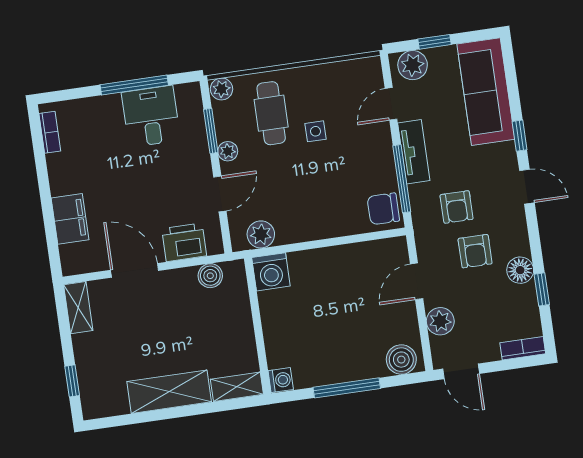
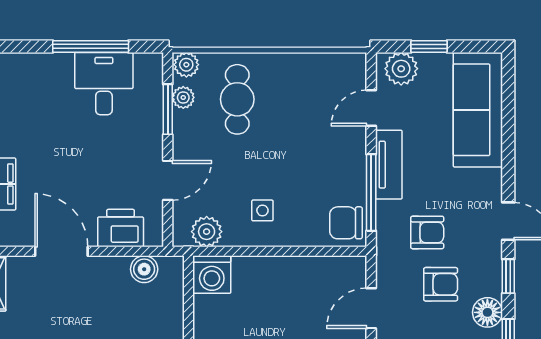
side table: (315, 131) -> (262, 210), moved
window: (520, 136) -> (508, 276), moved
plant: (228, 151) -> (183, 97), moved
armchair: (457, 207) -> (427, 232), turned -90
armchair: (475, 251) -> (441, 284), turned -90

